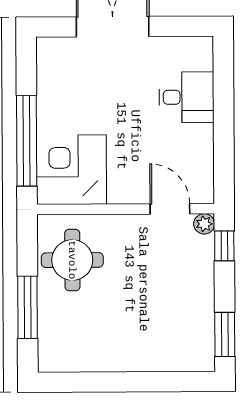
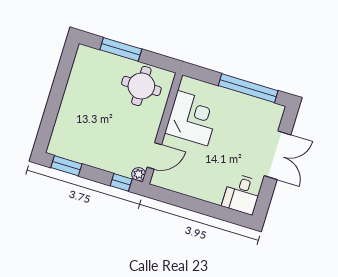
desk: (186, 97) -> (242, 194), moved
window: (27, 141) -> (248, 88), moved
corner desk: (71, 170) -> (193, 118), moved

